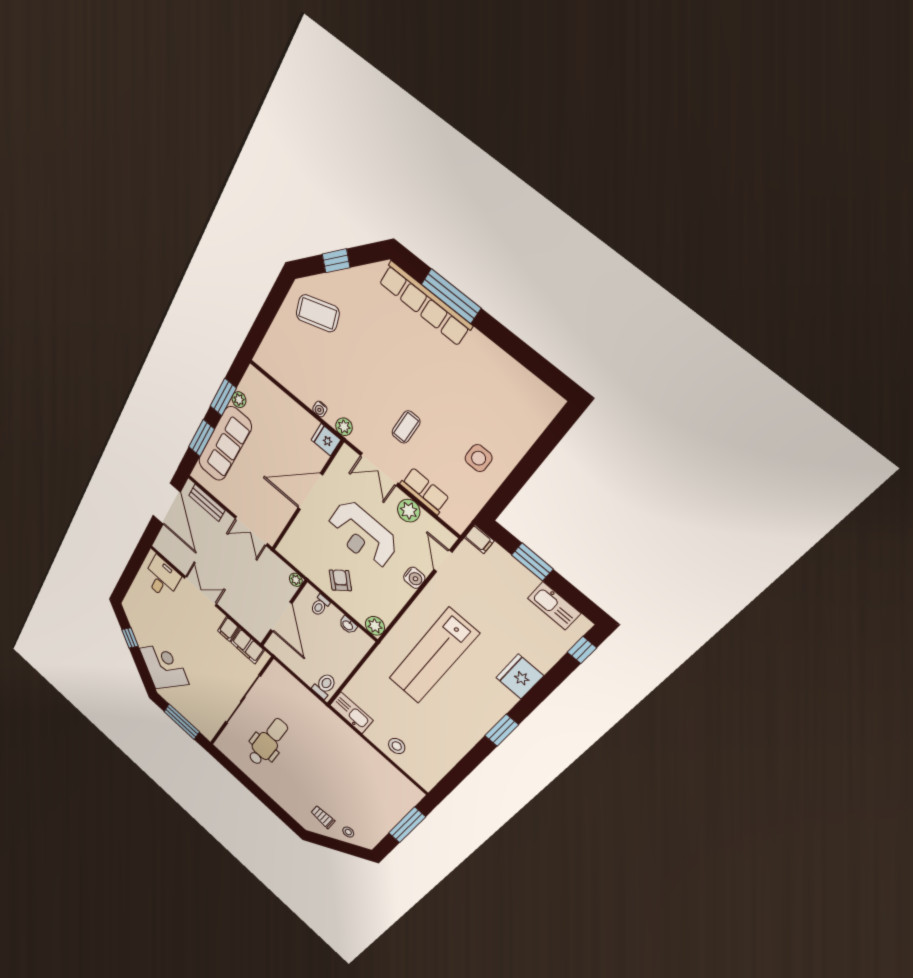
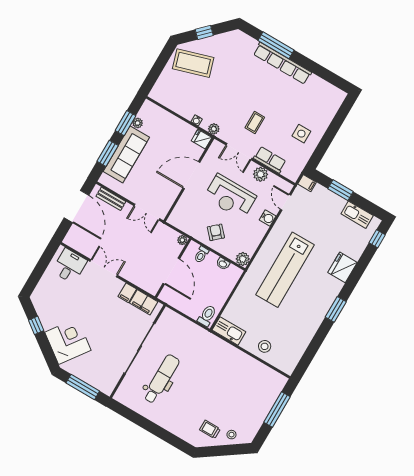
row of seats: (425, 304) -> (282, 63), moved
coffee table: (318, 313) -> (193, 63), width x1.36, depth x1.32

